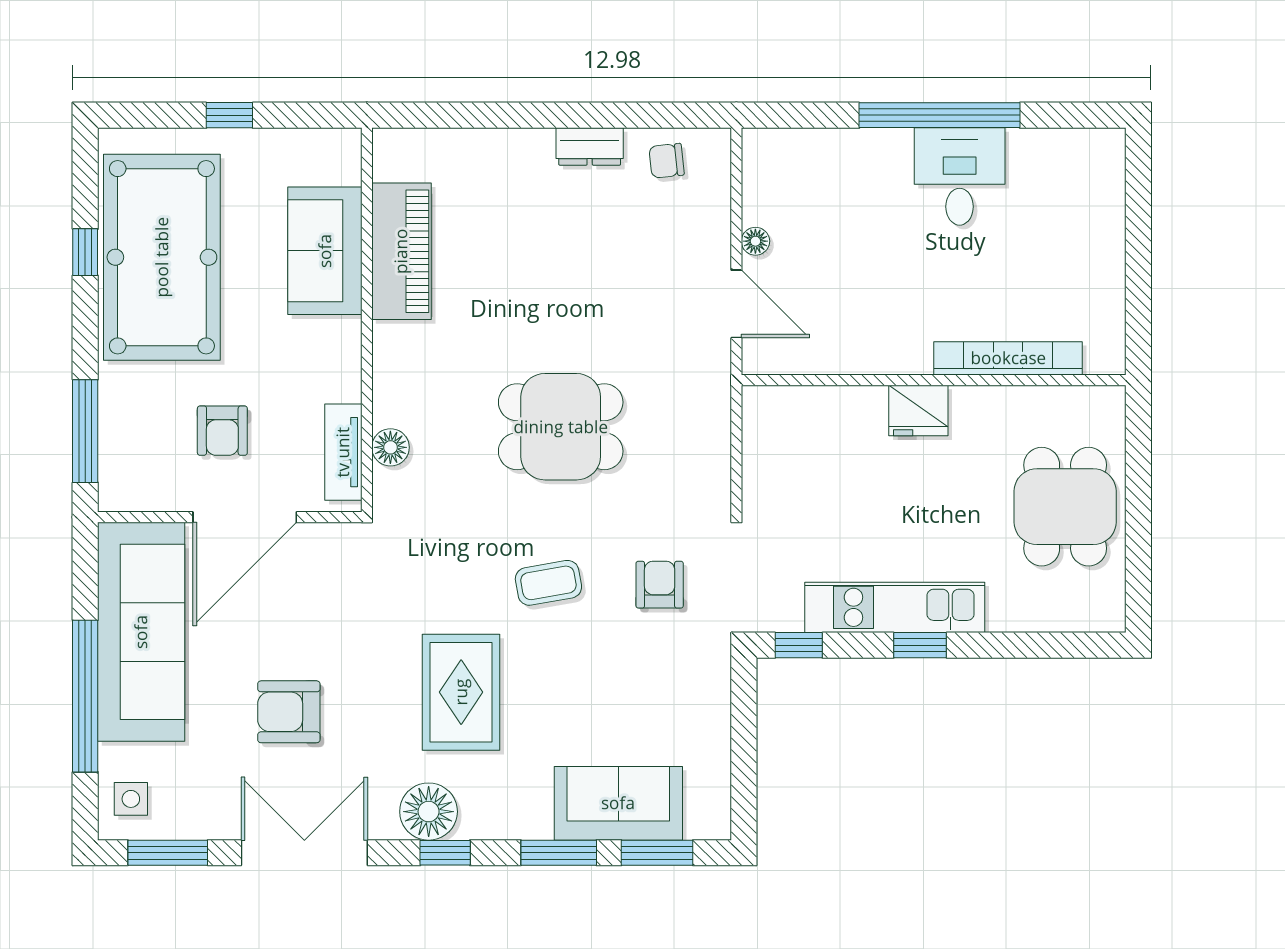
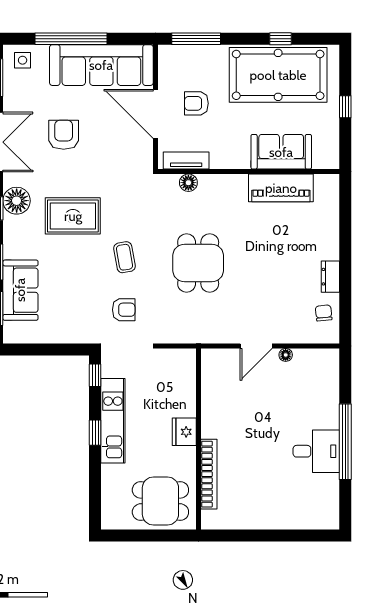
bookcase: (1008, 358) -> (209, 474), moved
wall: (934, 380) -> (199, 439), moved
fridge: (918, 410) -> (184, 432), moved

